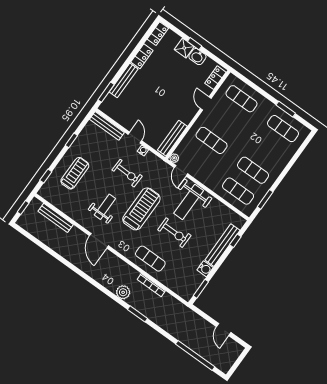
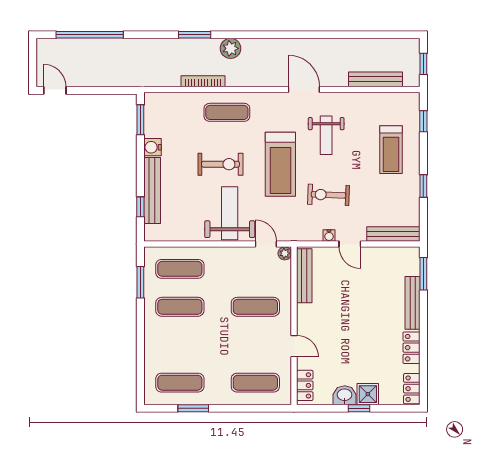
exercise bike: (174, 233) -> (220, 164), turned 180
door: (224, 330) -> (55, 90), moved

